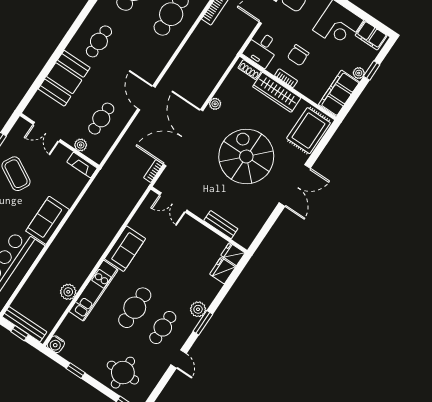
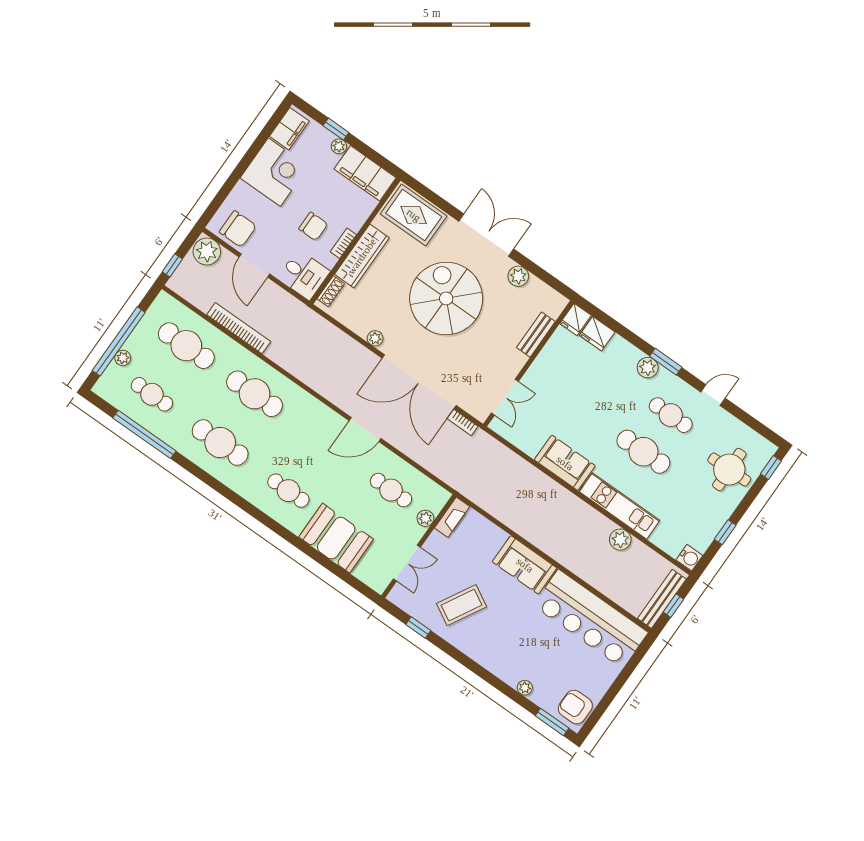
spiral stairs: (246, 157) -> (446, 298), turned 90
plant: (264, 210) -> (518, 276), added

